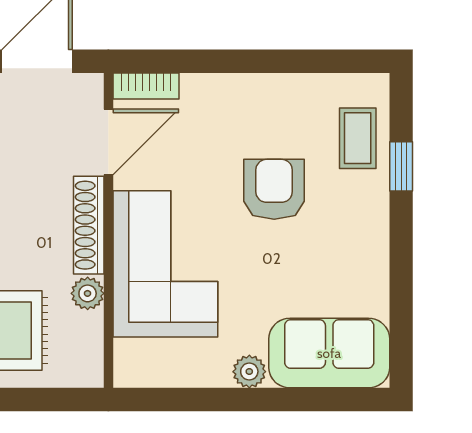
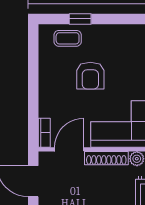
door: (108, 142) -> (69, 149), hinge flipped
armchair: (274, 189) -> (90, 76), turned -90

